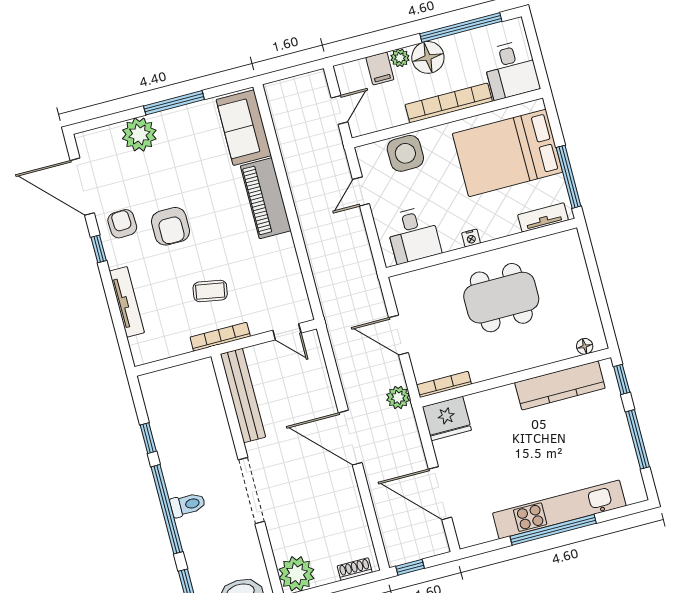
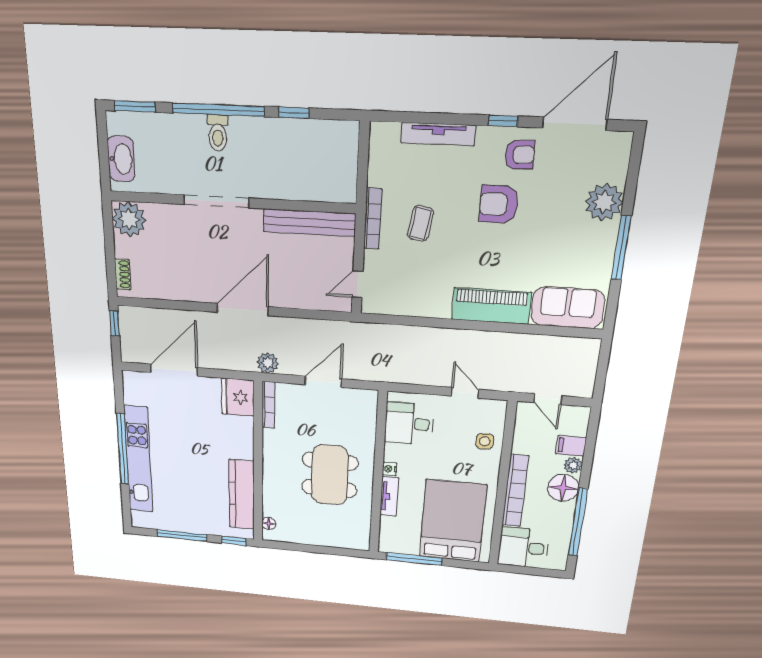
side table: (405, 153) -> (485, 441), width x0.54, depth x0.54
tv unit: (543, 217) -> (389, 496), moved

